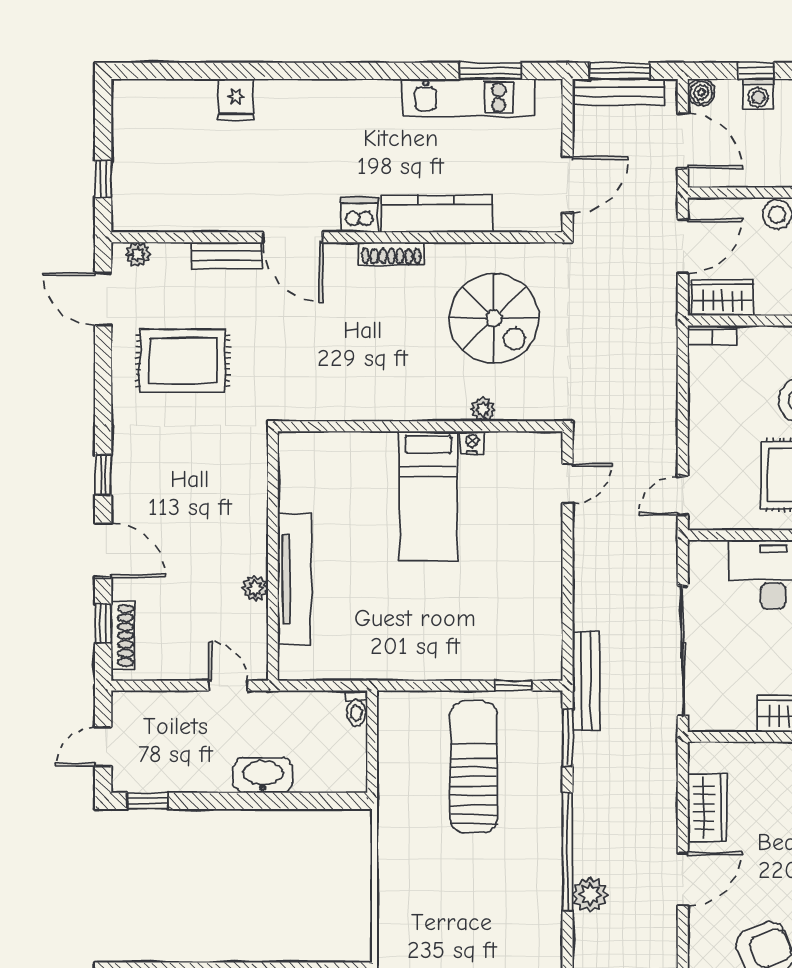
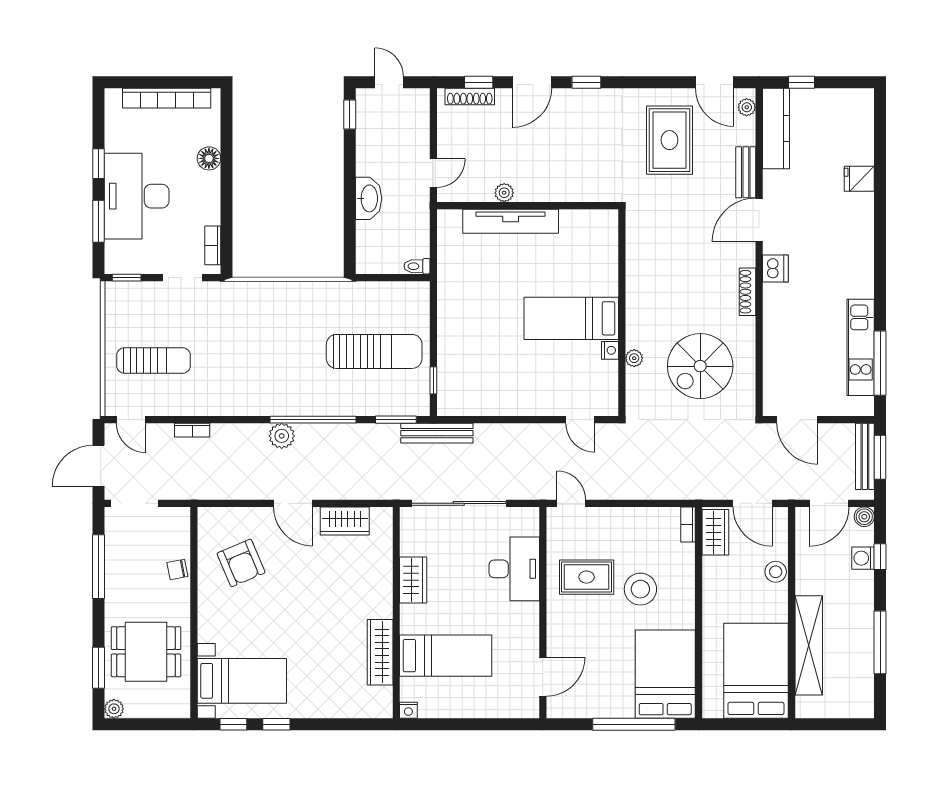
window: (490, 71) -> (880, 363), width x1.44
kitchen counter: (436, 214) -> (776, 128), moved
door: (103, 299) -> (714, 82), swing flipped

